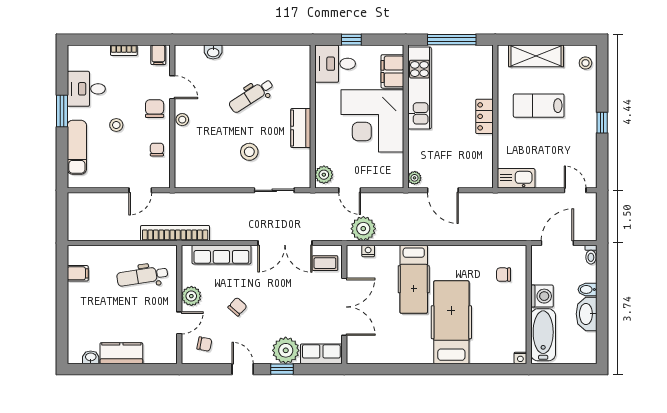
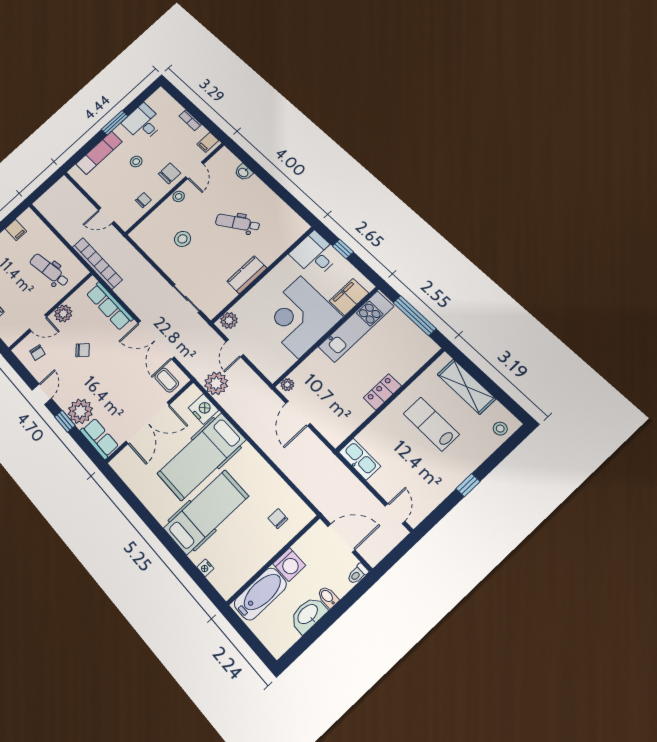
stool: (249, 152) -> (183, 239), moved
nightstand: (368, 251) -> (203, 409), width x1.89, depth x1.79
hospital bed: (414, 279) -> (202, 457), width x1.37, depth x1.29
nightstand: (520, 358) -> (205, 568), moved

